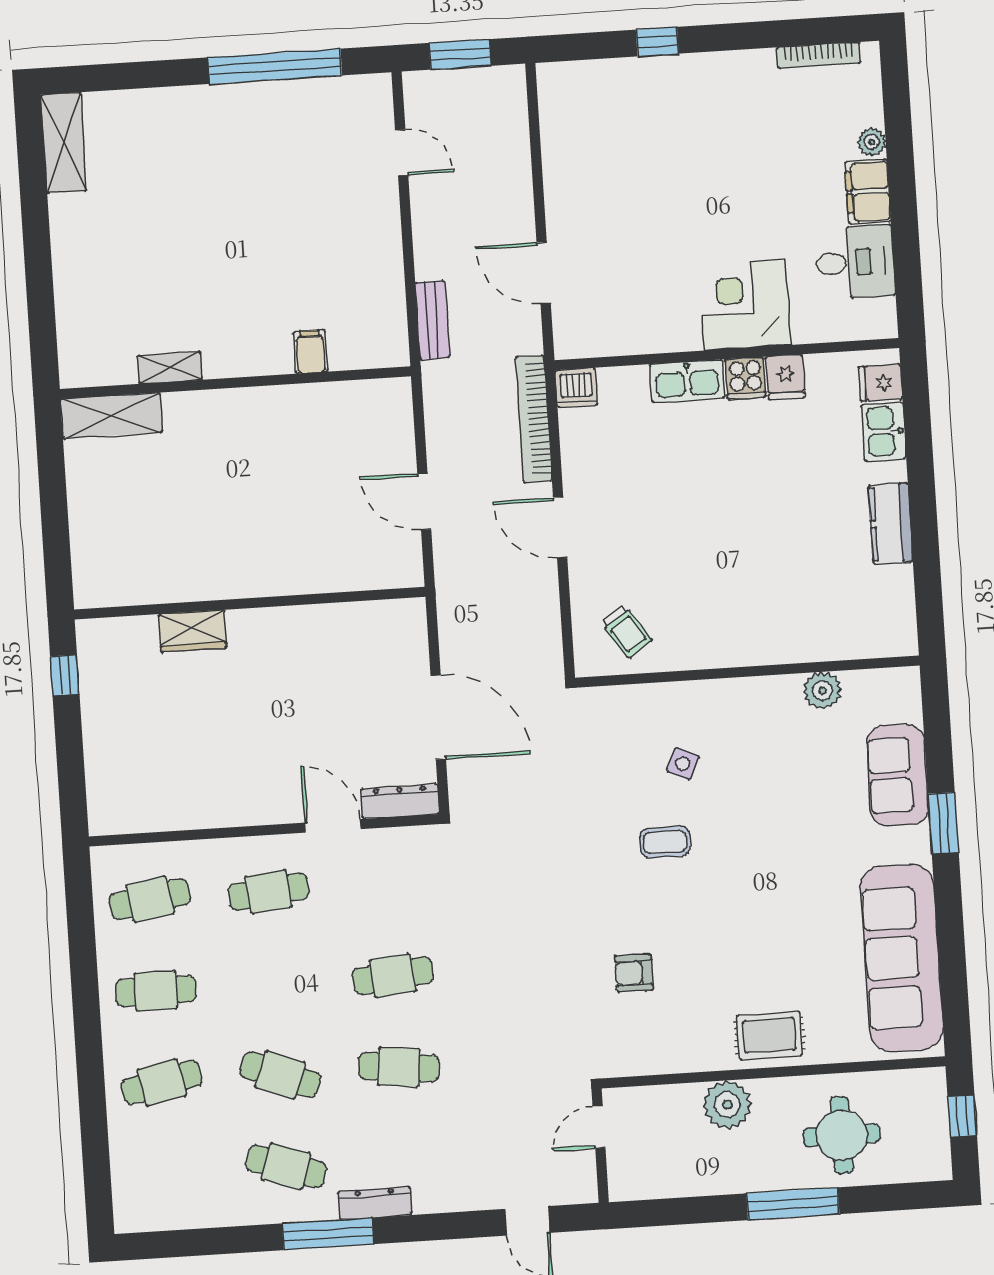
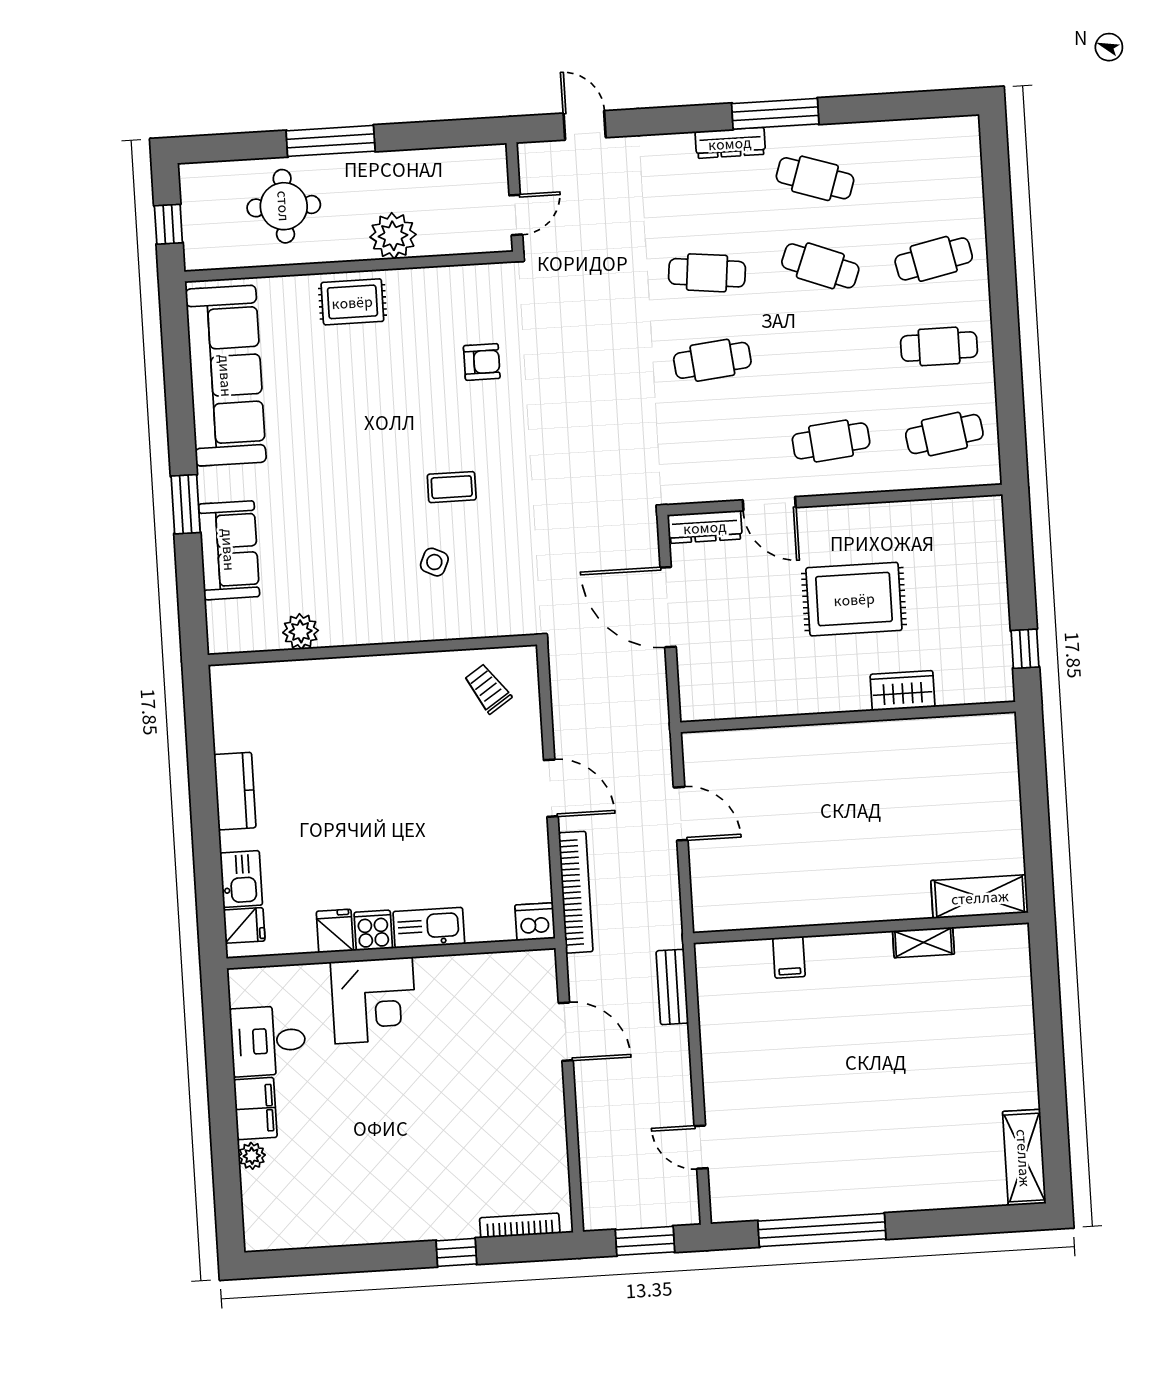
bookcase: (818, 55) -> (520, 1226), moved
rug: (244, 726) -> (854, 599), added

